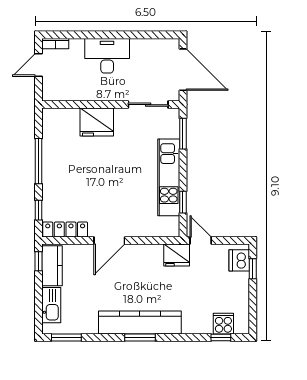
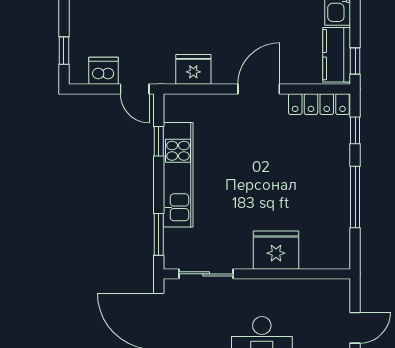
fridge: (177, 255) -> (193, 69), moved
dishwasher: (239, 260) -> (103, 71), moved, turned -90

